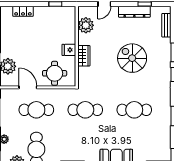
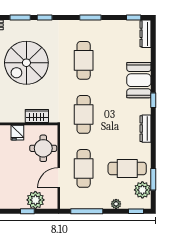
wardrobe: (84, 56) -> (37, 116), moved
spiral stairs: (132, 58) -> (26, 63), width x1.37, depth x1.37

